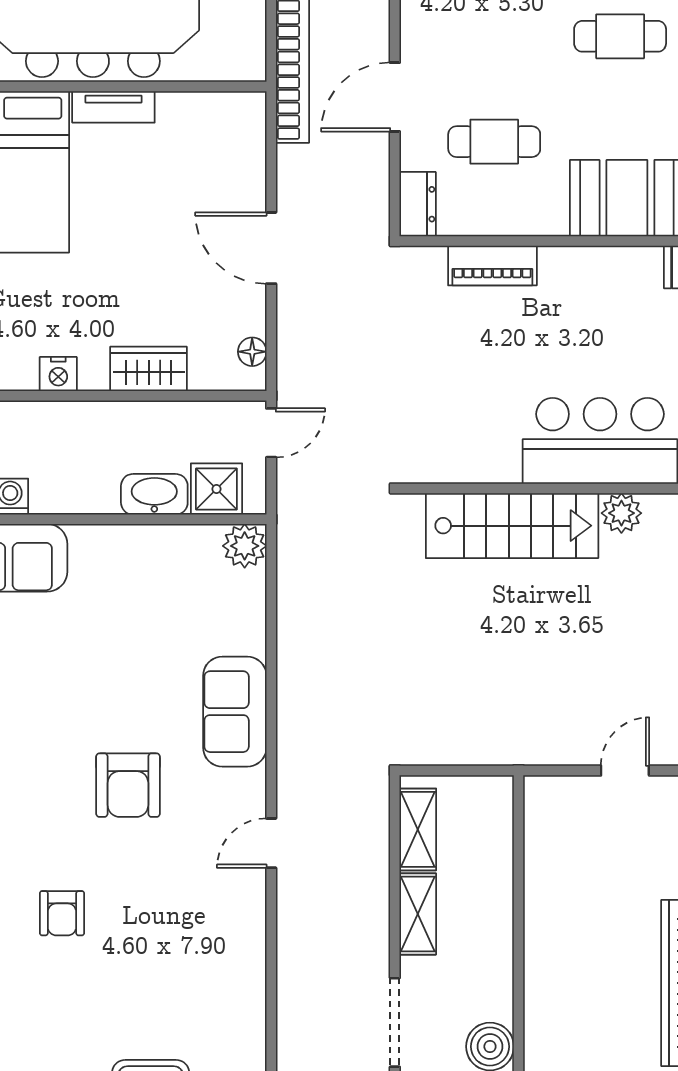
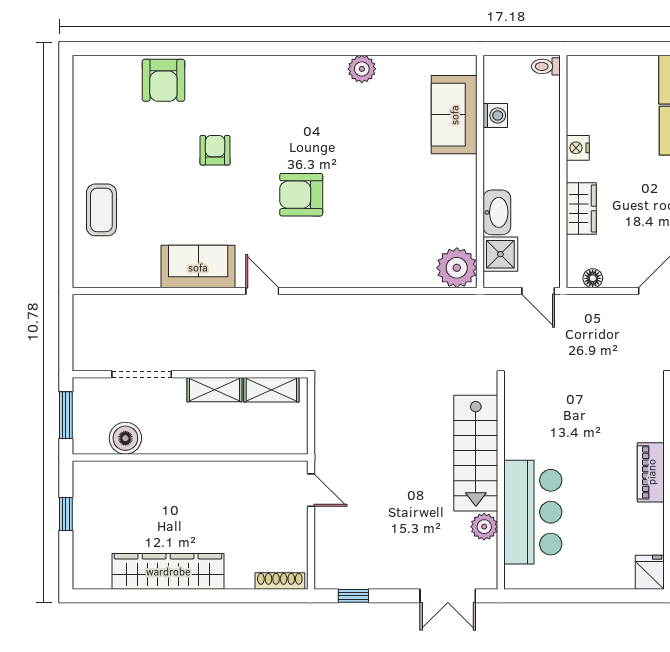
piano: (492, 266) -> (651, 472), moved
plant: (245, 546) -> (457, 268), width x1.36, depth x1.36
sofa: (235, 712) -> (198, 267), moved
door: (625, 770) -> (311, 490), moved
armchair: (62, 913) -> (215, 150), turned 90

